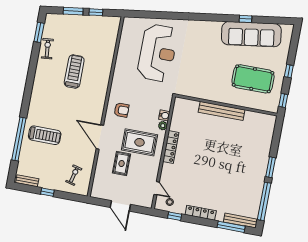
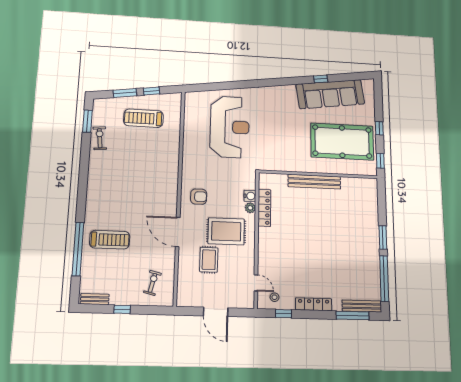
treadmill: (74, 72) -> (144, 118), moved, turned -90
pool table: (253, 79) -> (342, 142), width x1.36, depth x1.32
locker: (171, 147) -> (264, 208), moved

